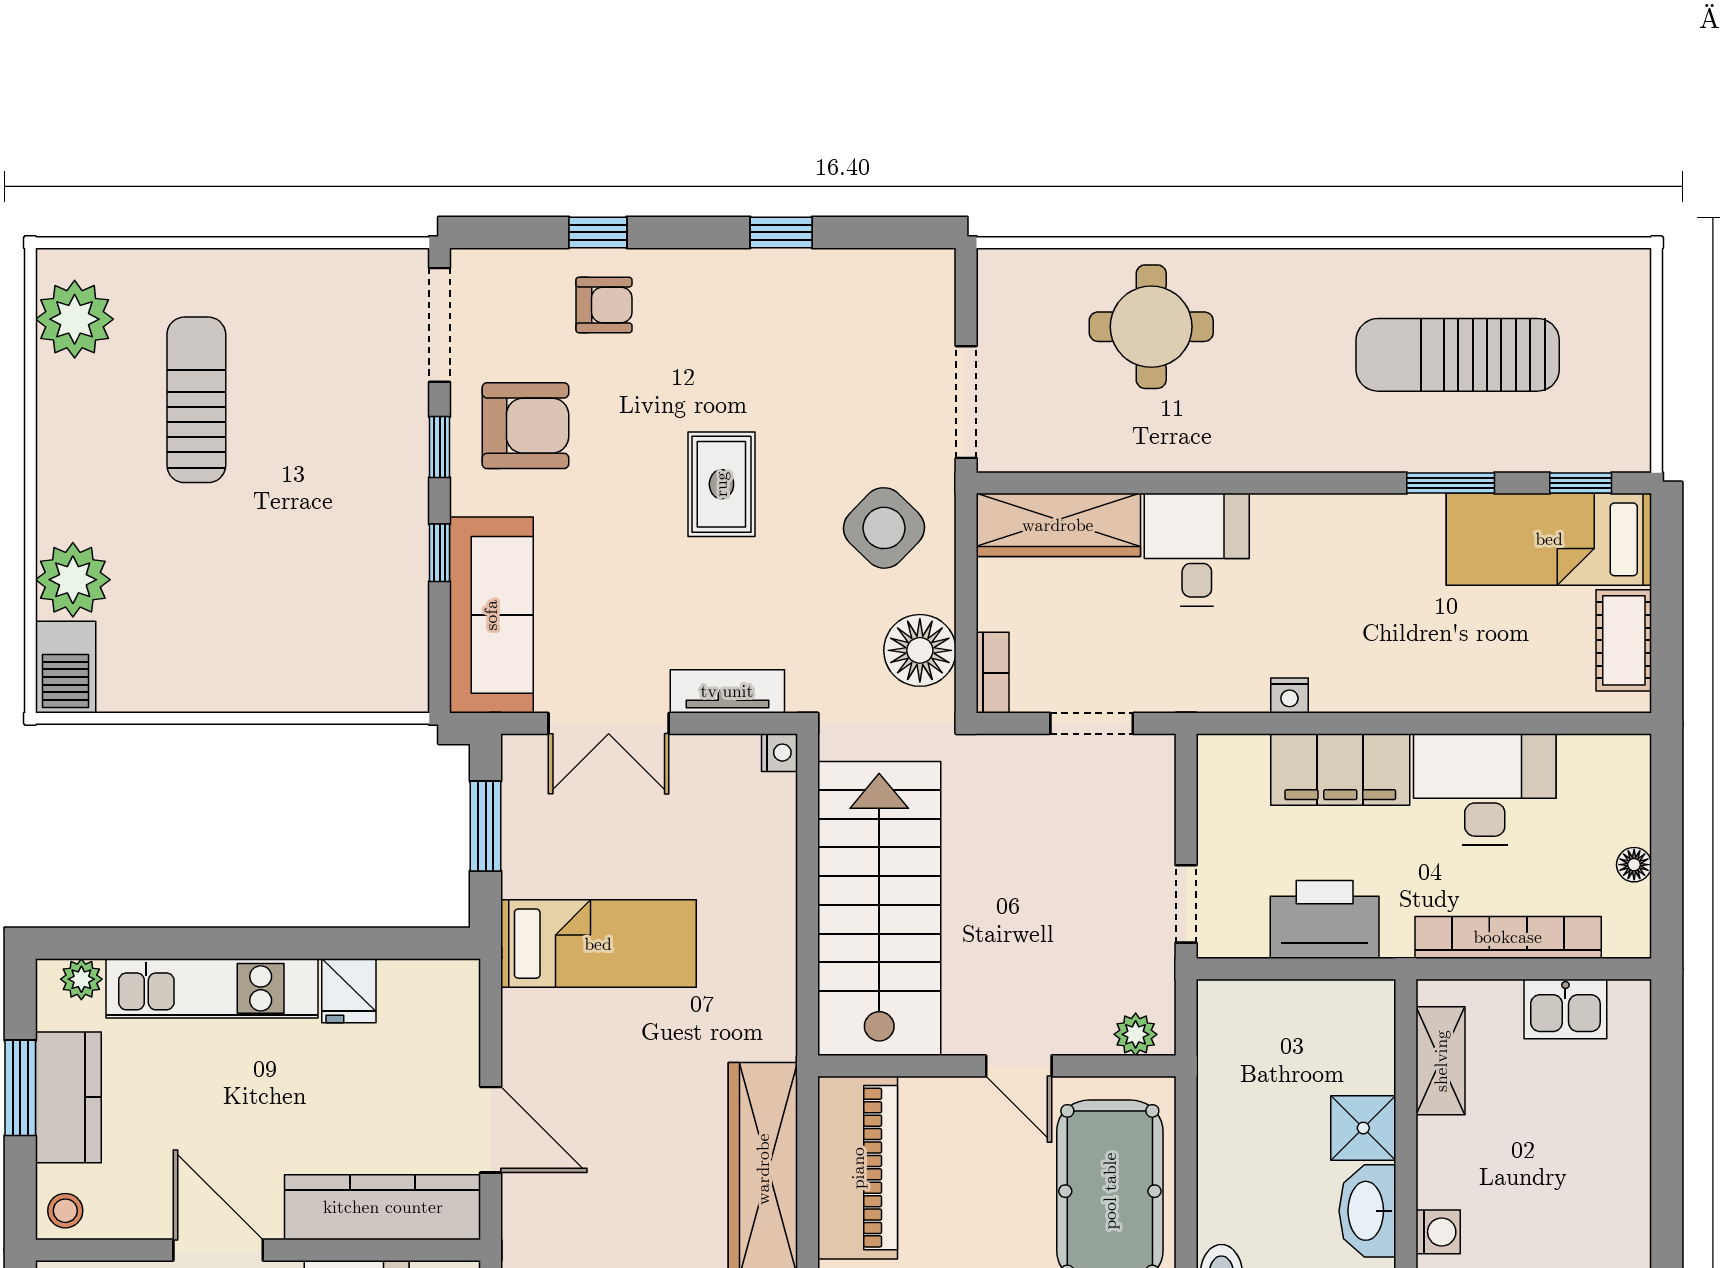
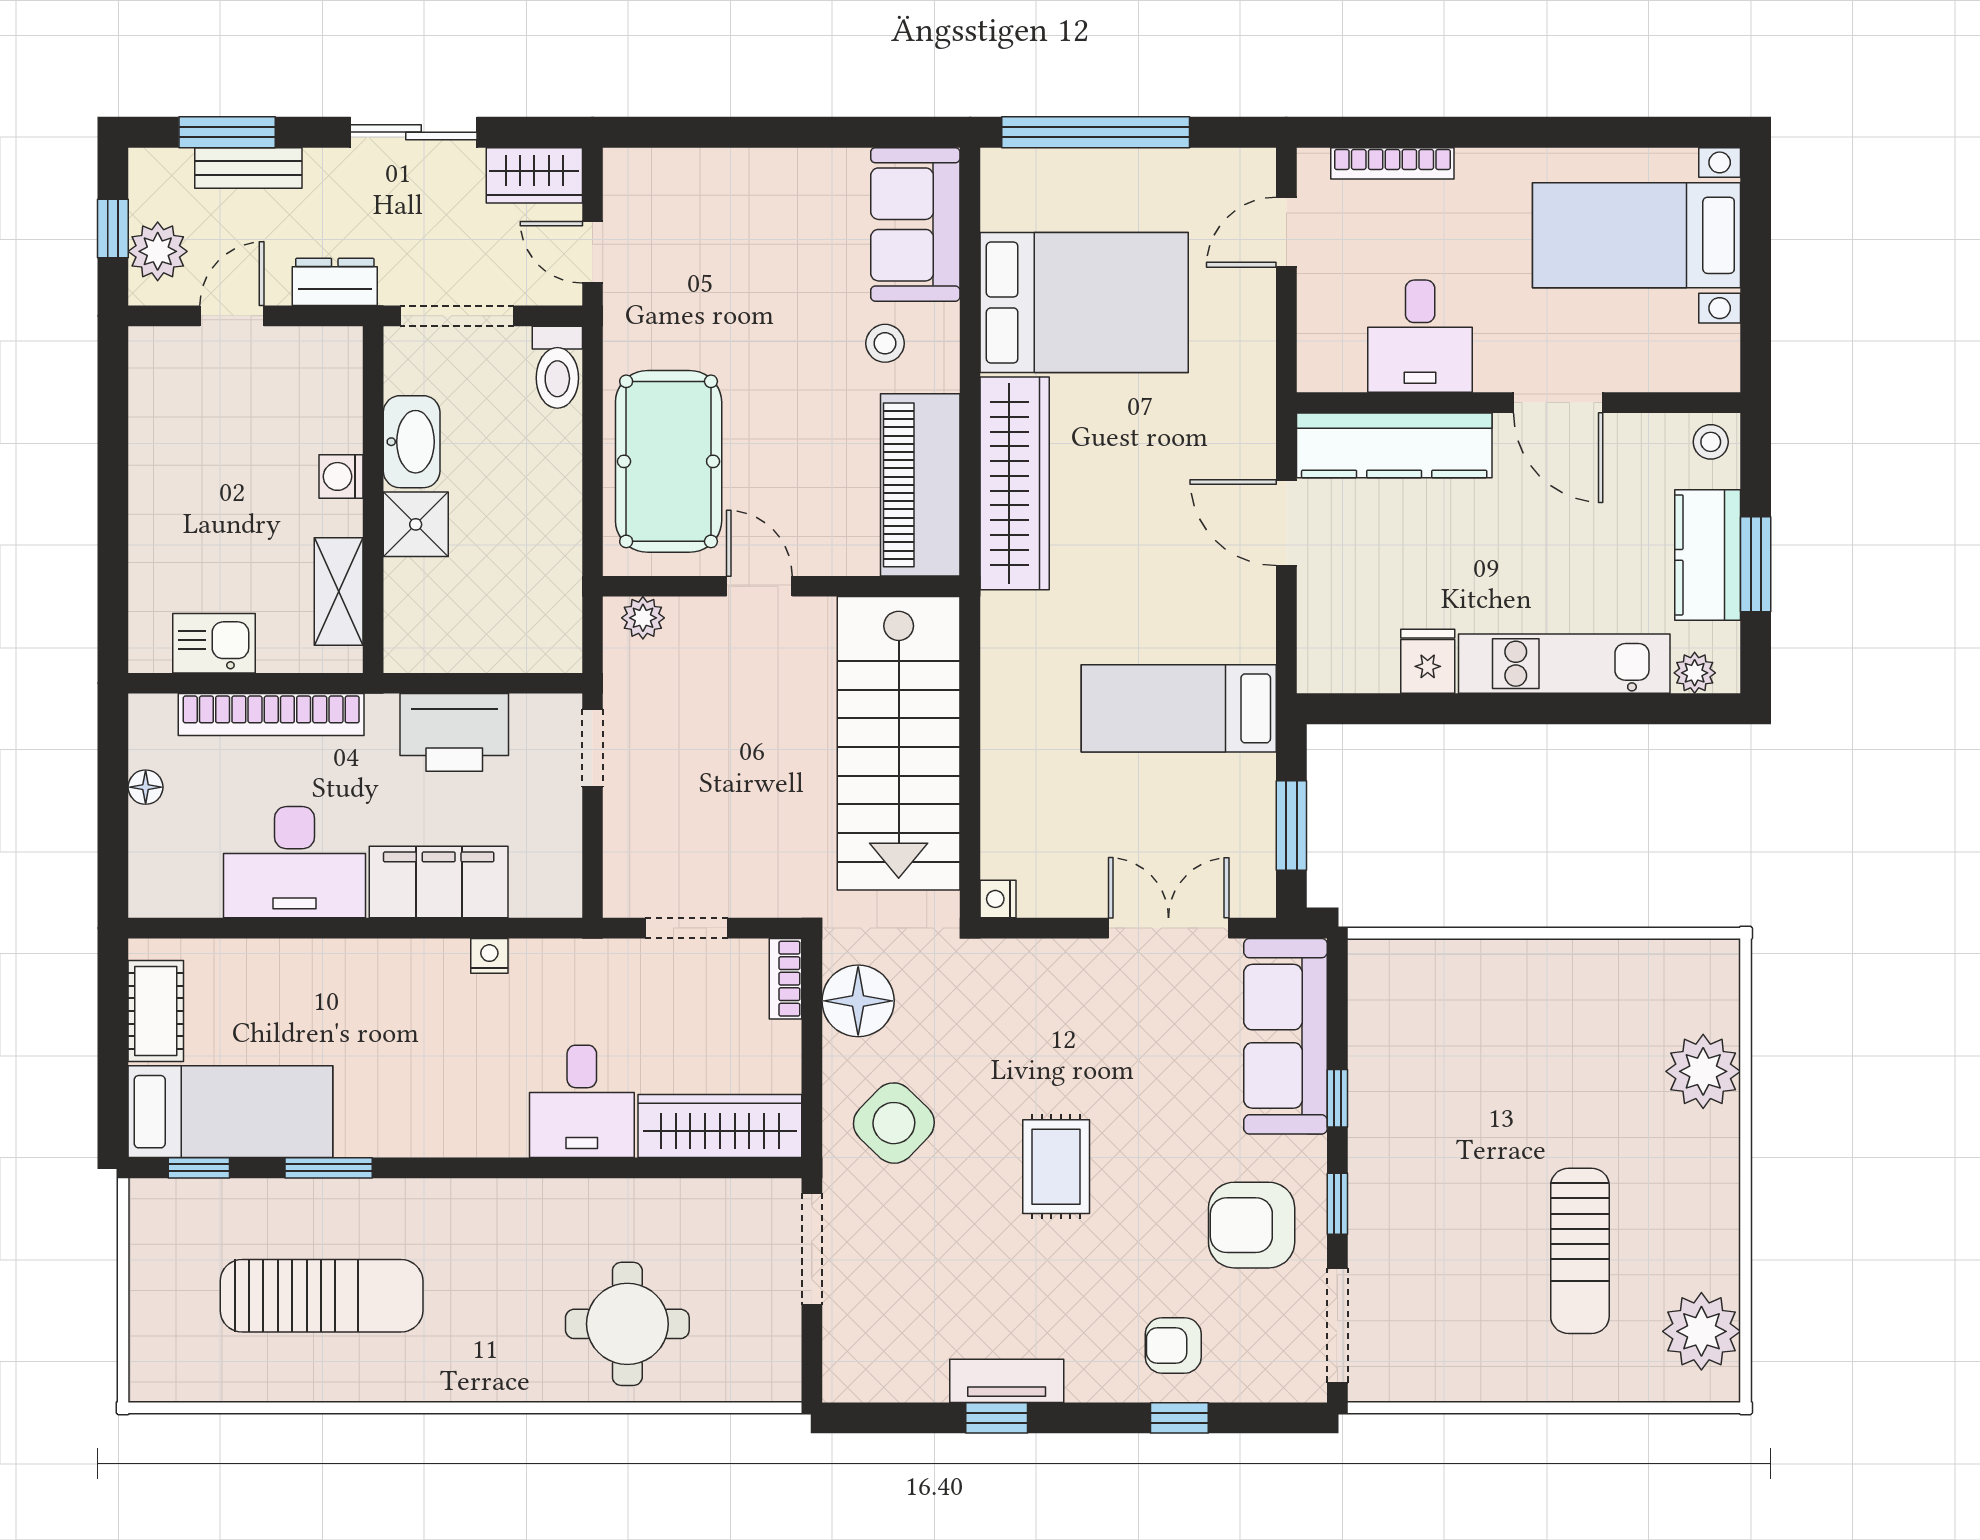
barbecue: (66, 667) -> (1710, 984), removed
tv unit: (727, 691) -> (1007, 1381), moved, turned 180
washing machine: (1438, 1232) -> (341, 476), moved

